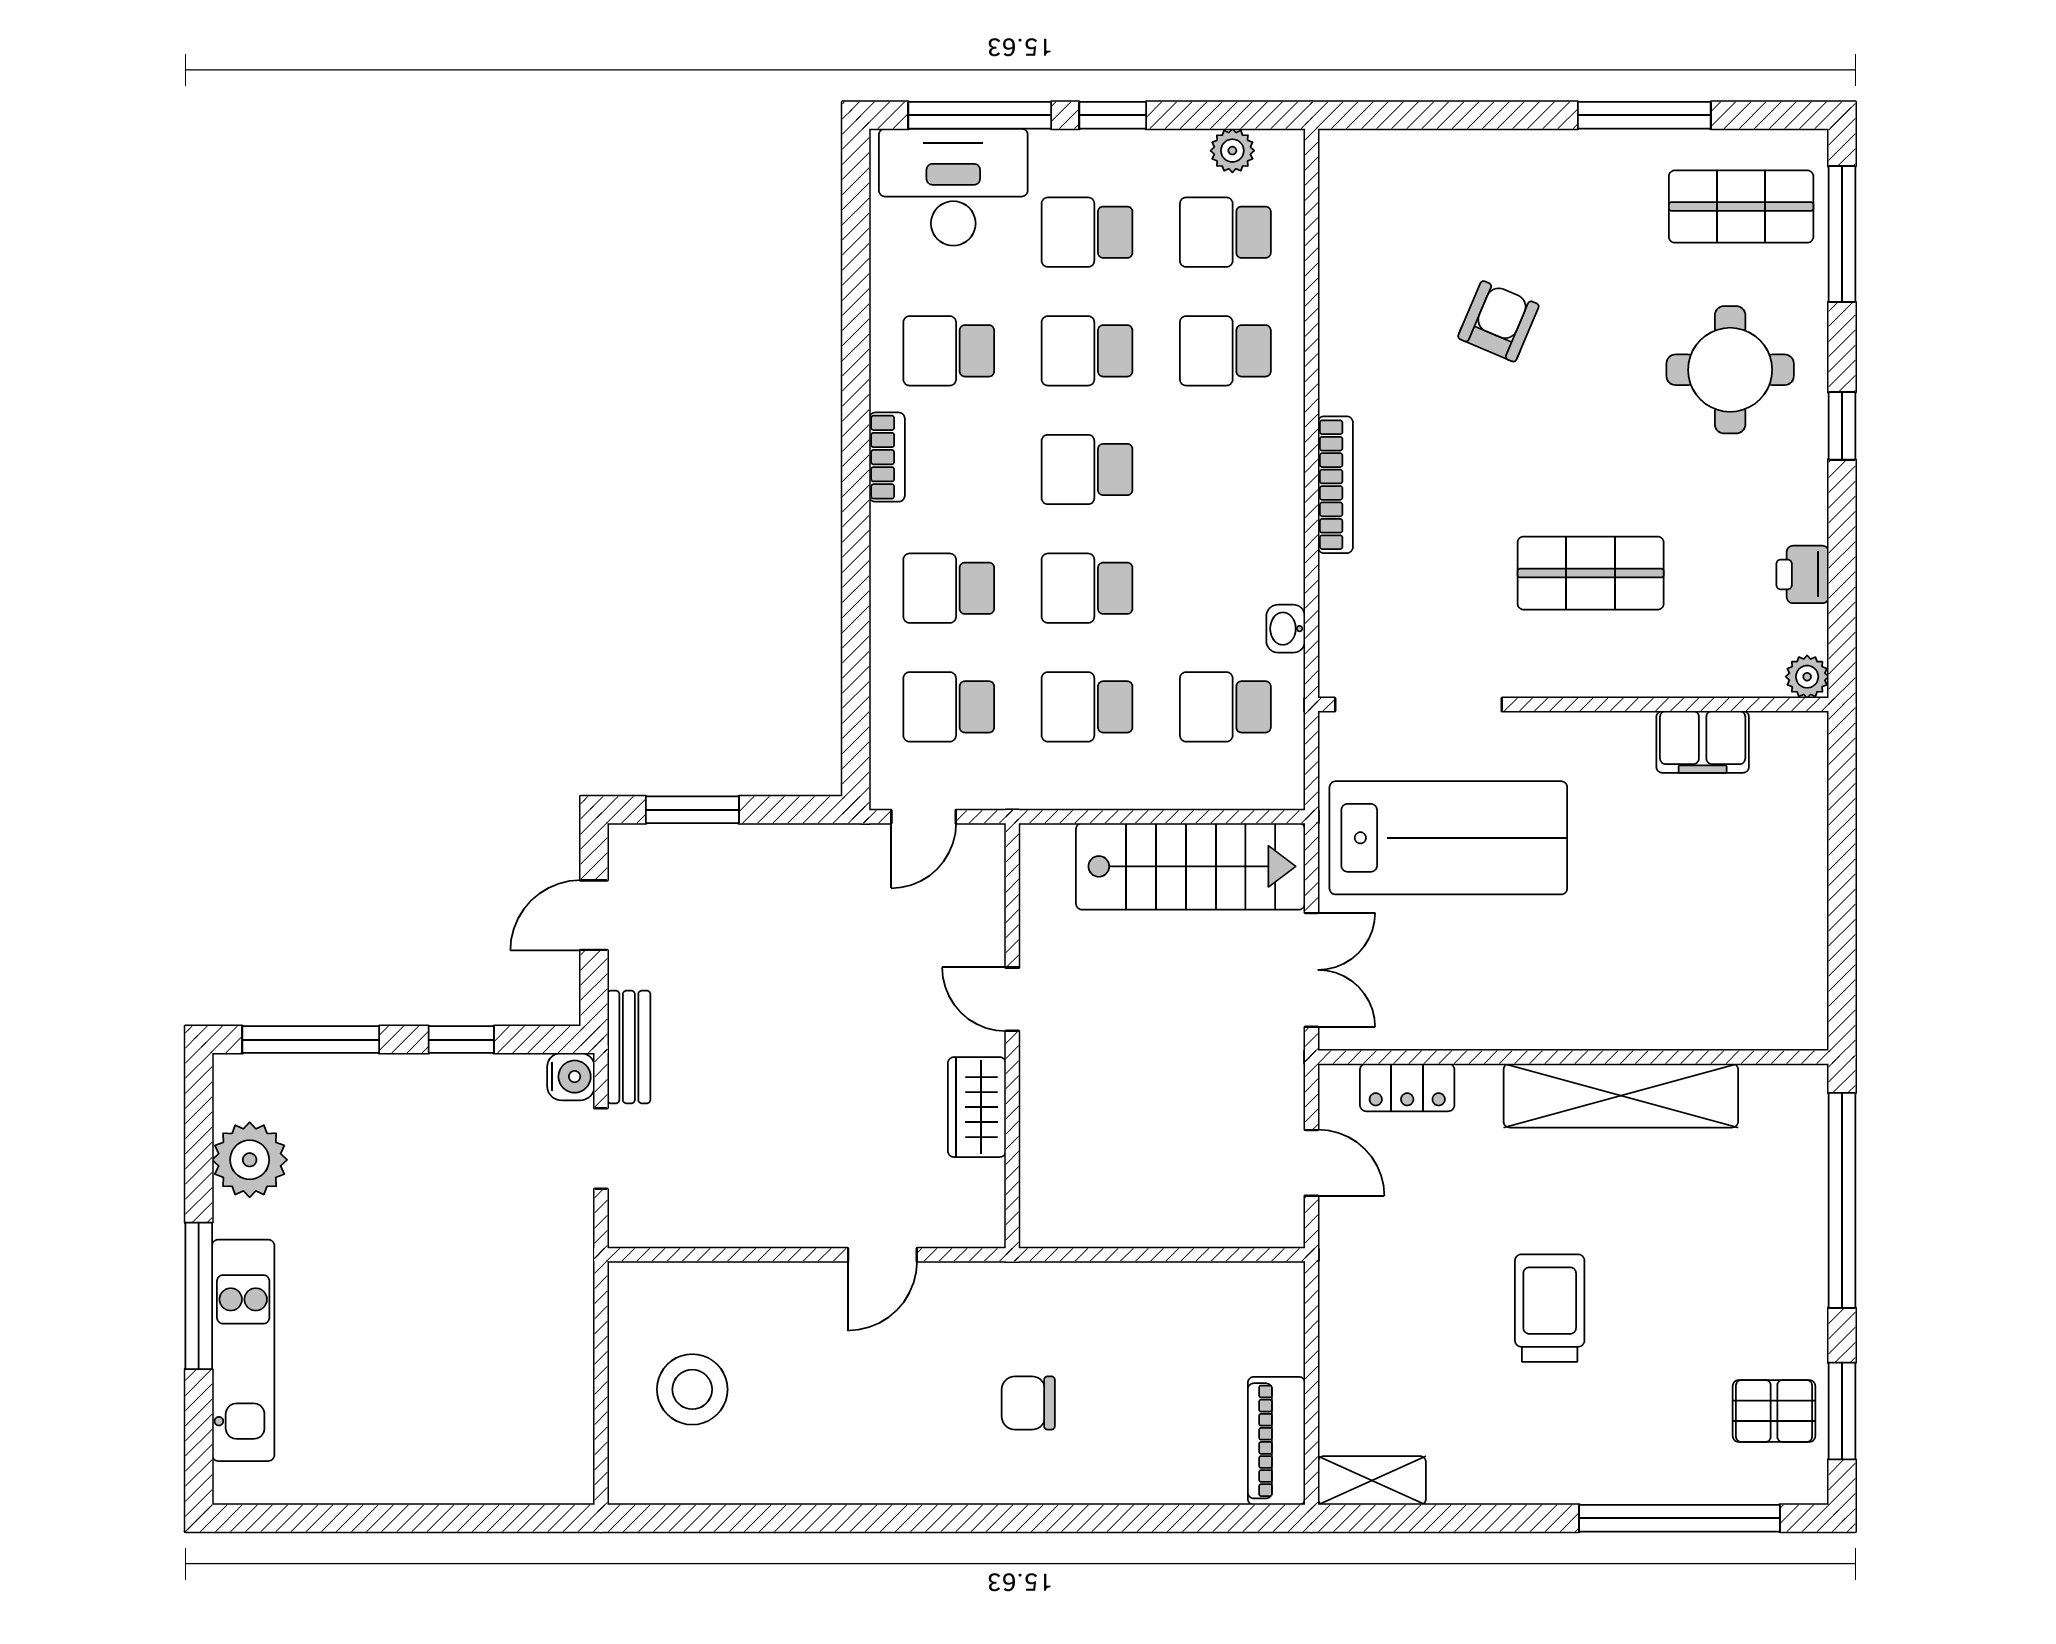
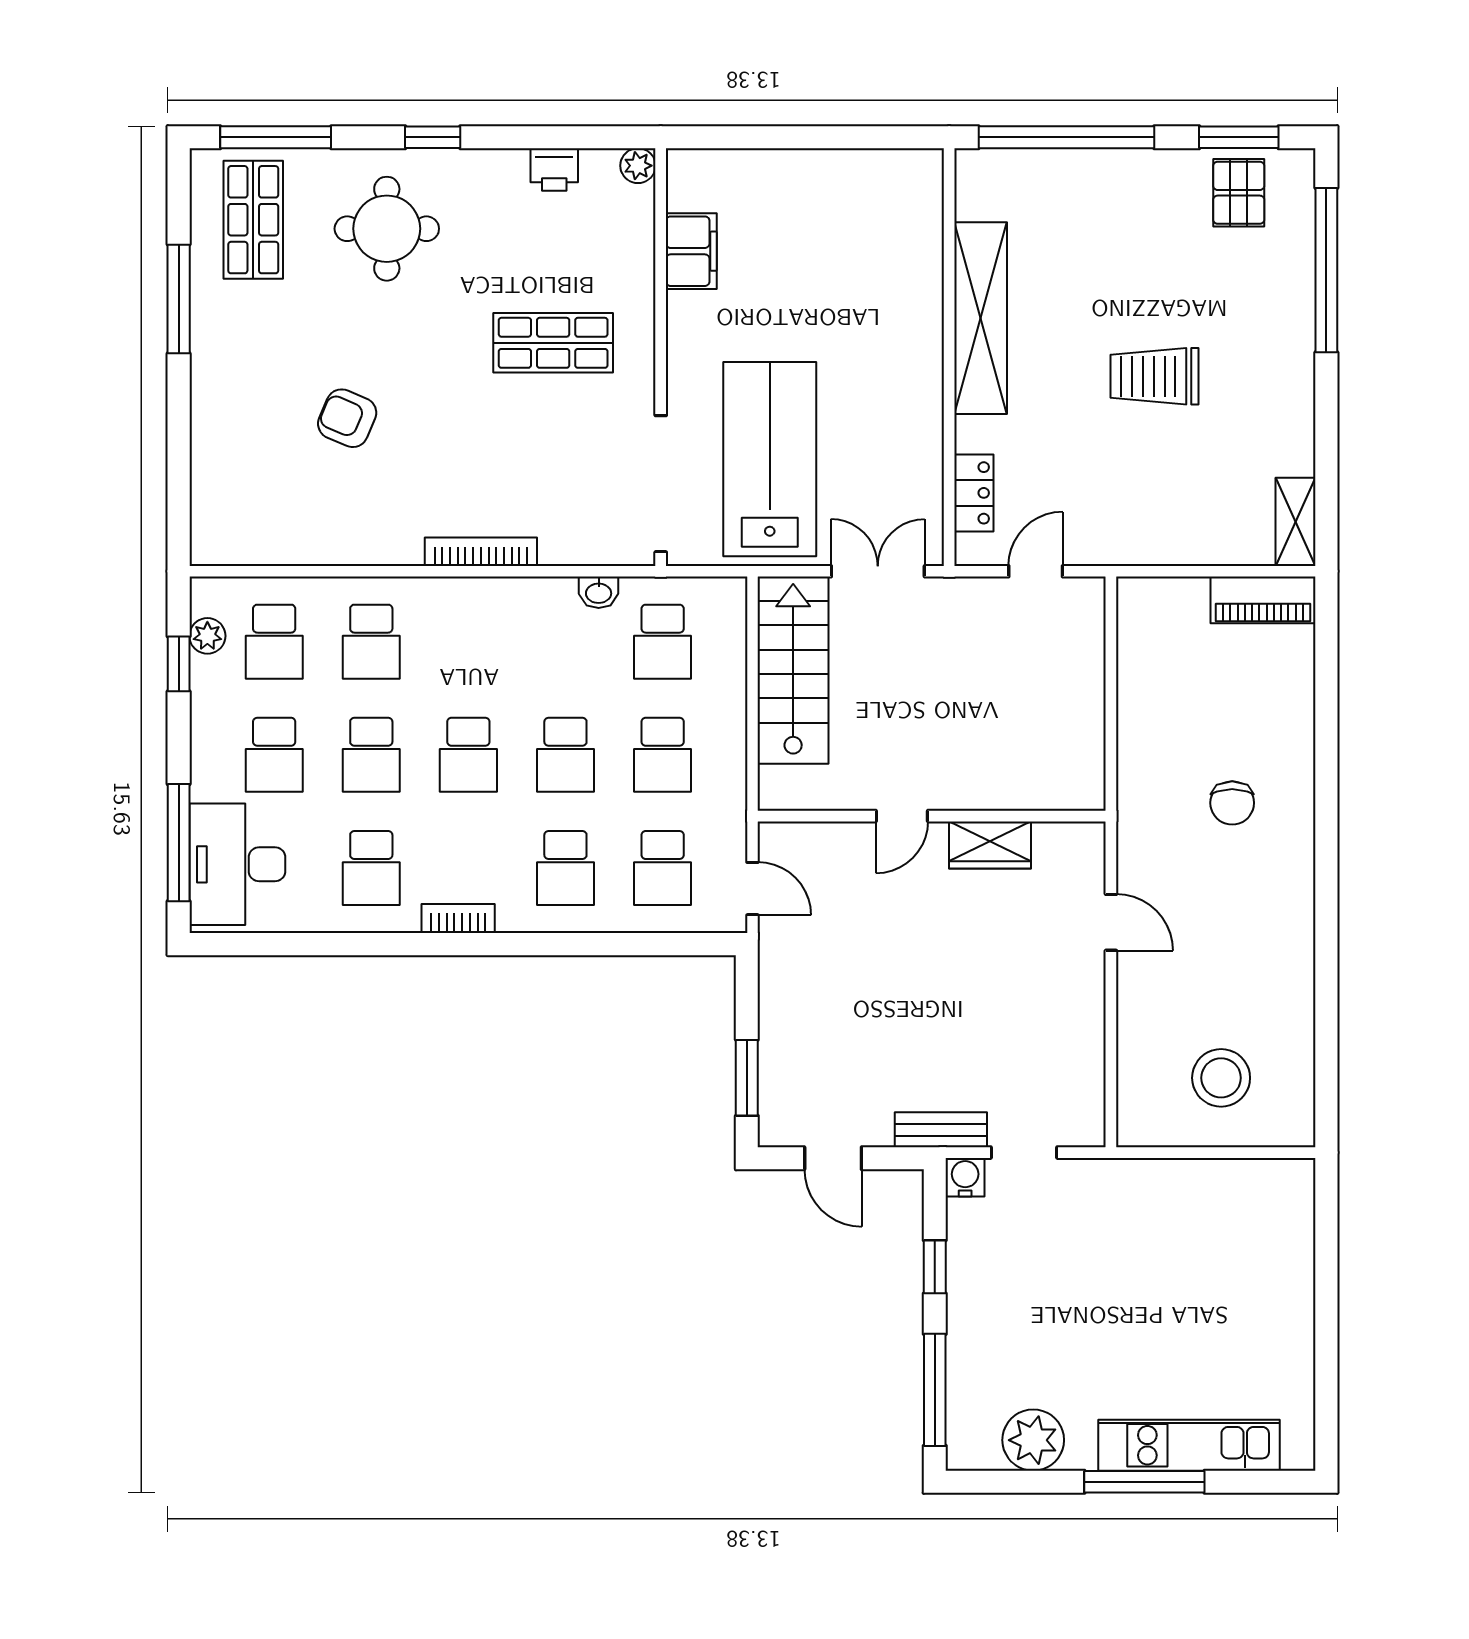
window: (1113, 115) -> (179, 664), moved
shop shelf: (1591, 573) -> (553, 343), turned 90

